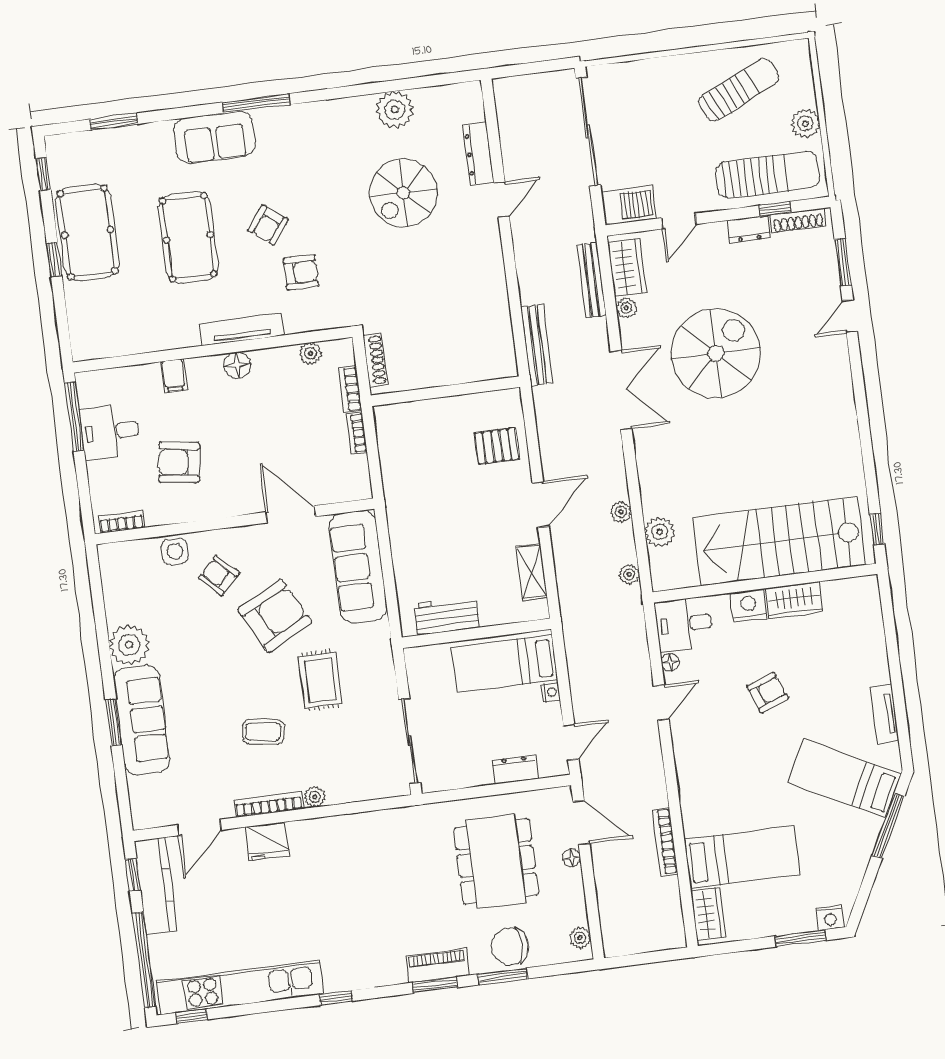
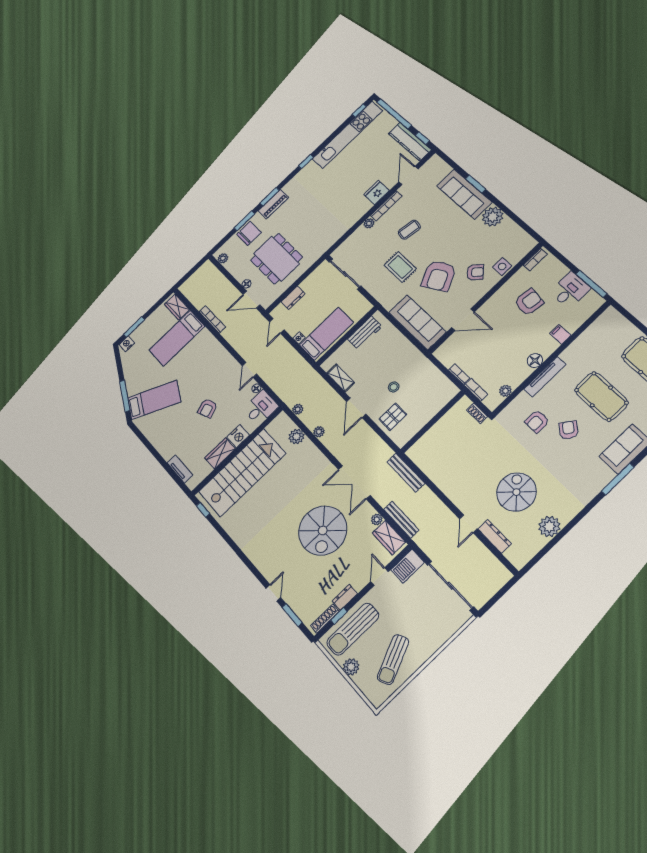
shoe rack: (375, 360) -> (477, 413), width x0.70
stool: (464, 492) -> (394, 387), added
tv unit: (884, 714) -> (180, 469), moved

